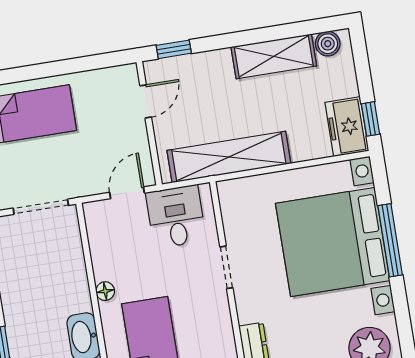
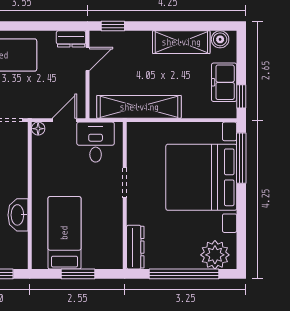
dresser: (118, 77) -> (71, 39), added
freezer: (347, 127) -> (224, 82), moved
window: (390, 240) -> (241, 158), moved
floor lamp: (105, 291) -> (38, 129), moved

